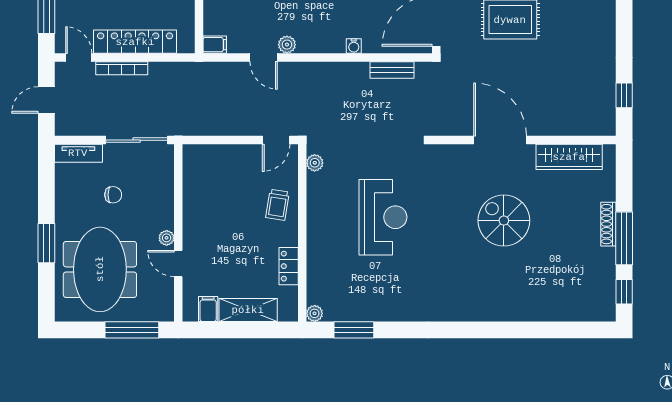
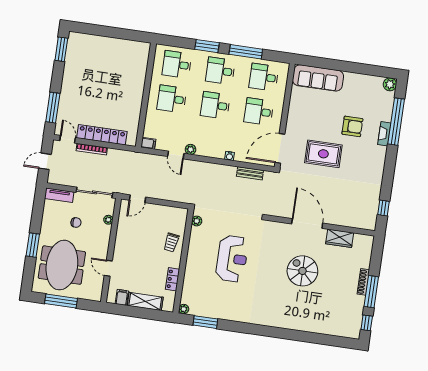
door: (276, 140) -> (138, 199), moved
wardrobe: (569, 157) -> (340, 238), width x0.67
plant: (167, 238) -> (108, 220), moved
window: (132, 330) -> (61, 301), moved

